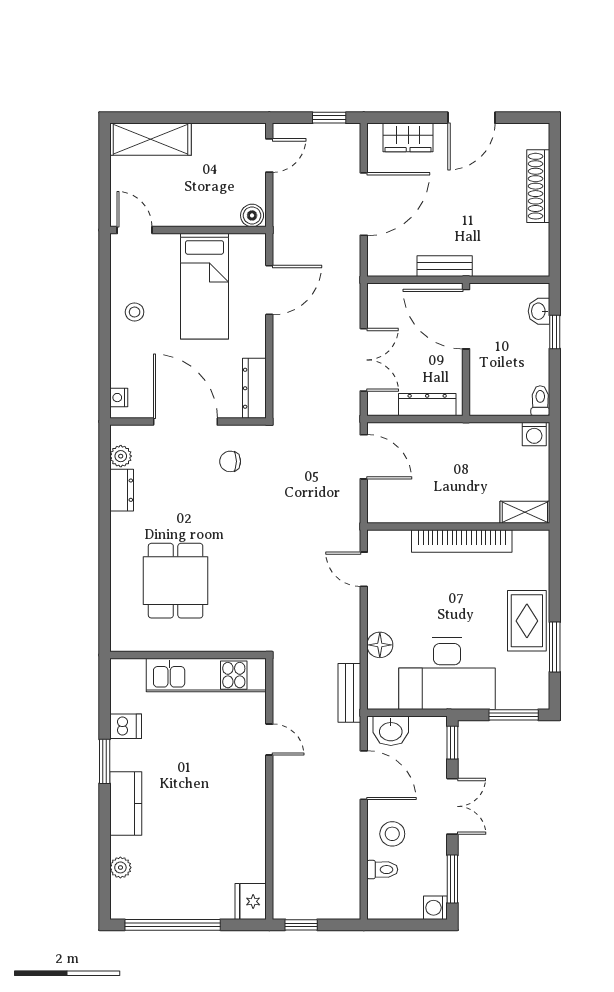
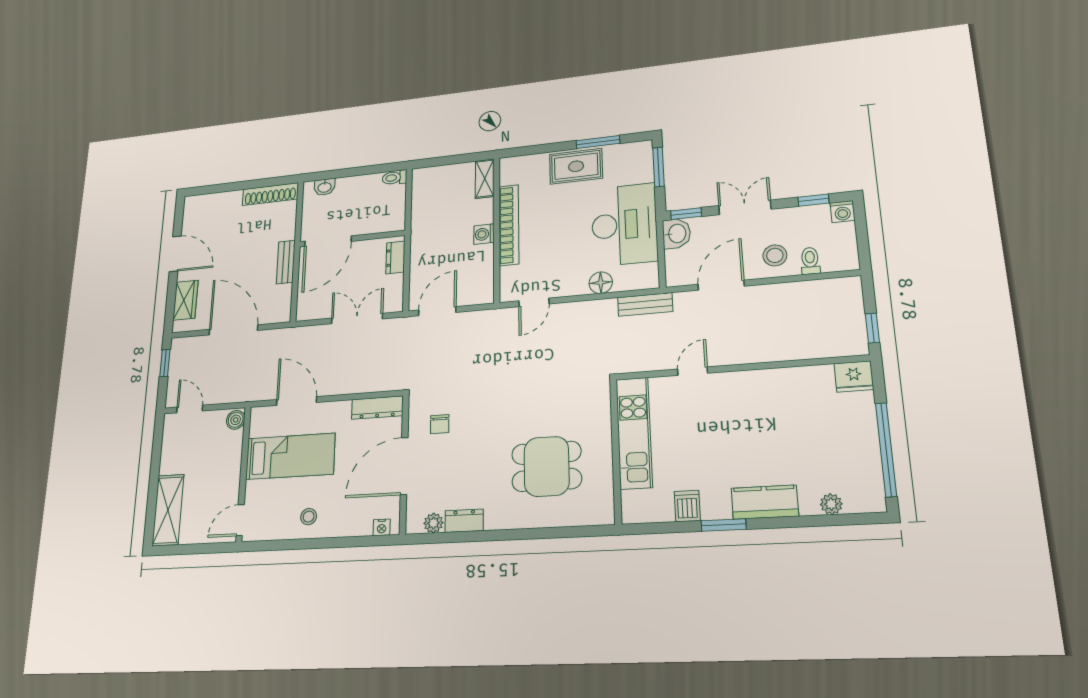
shoe rack: (538, 186) -> (270, 194), moved
window: (555, 332) -> (341, 173), removed
dresser: (427, 405) -> (395, 257), width x0.70
washing machine: (534, 434) -> (484, 234), moved, turned 180
washbasin: (391, 731) -> (676, 234), moved
window: (452, 879) -> (813, 200), width x0.67

